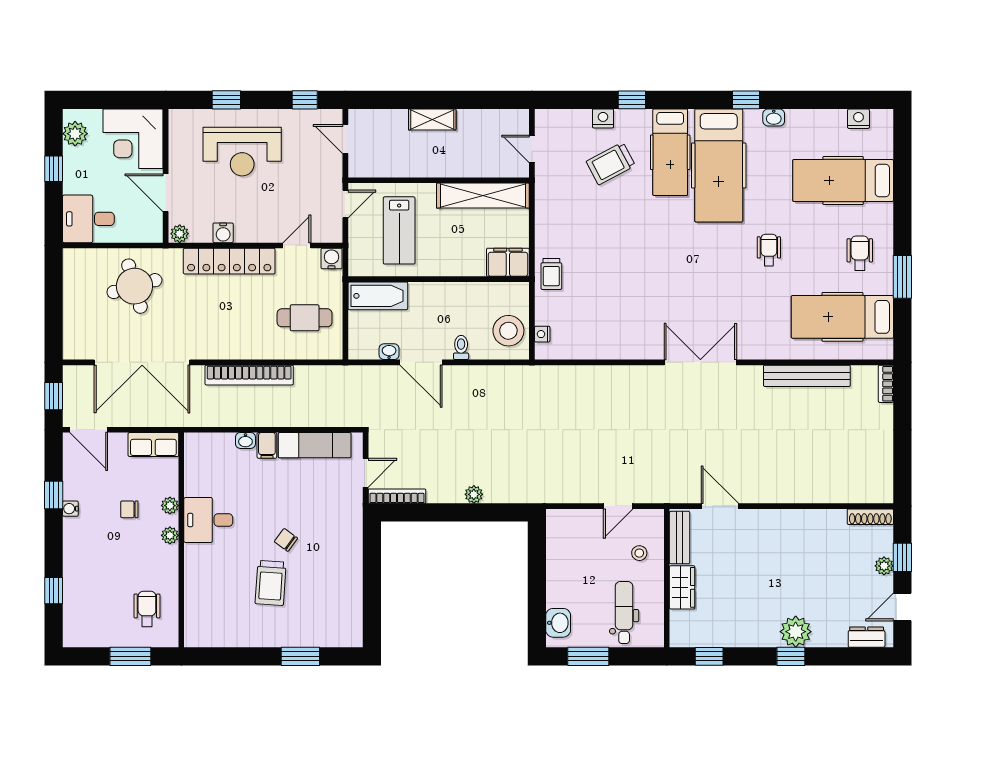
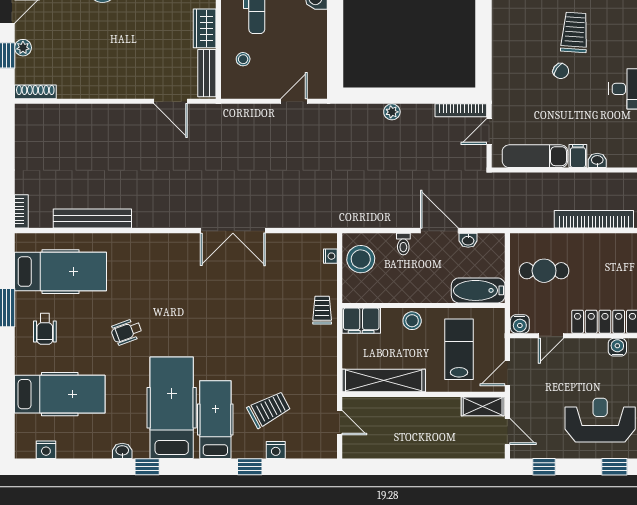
shelving: (432, 119) -> (483, 406), moved
wheelchair: (769, 250) -> (127, 332), turned 70
stool: (451, 262) -> (412, 321), added
double door: (700, 362) -> (233, 231), moved
door: (618, 506) -> (294, 101), moved

